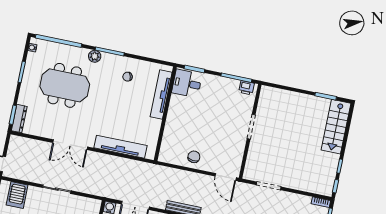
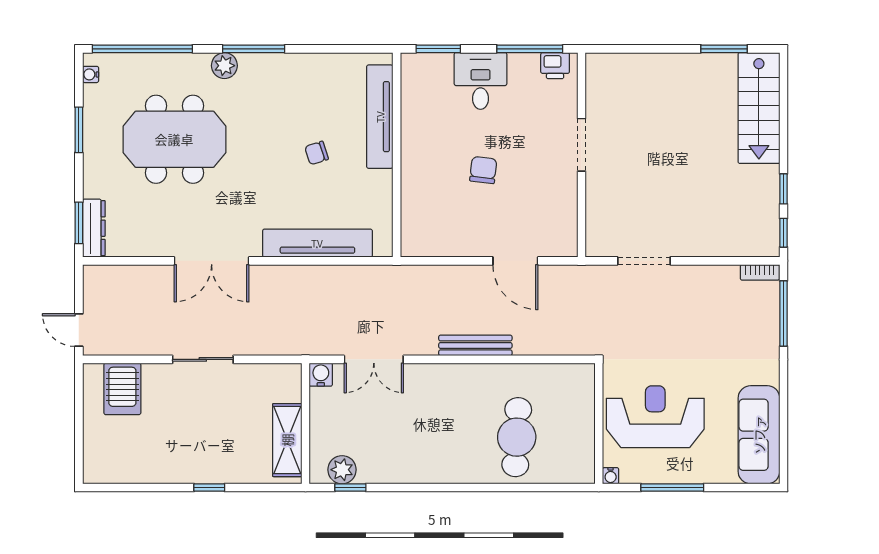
chair: (128, 77) -> (317, 153), moved
desk: (187, 83) -> (481, 81), moved, turned 90
chair: (194, 157) -> (483, 170), moved
door: (226, 177) -> (515, 261), moved

